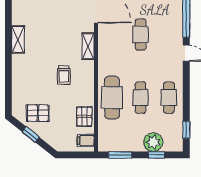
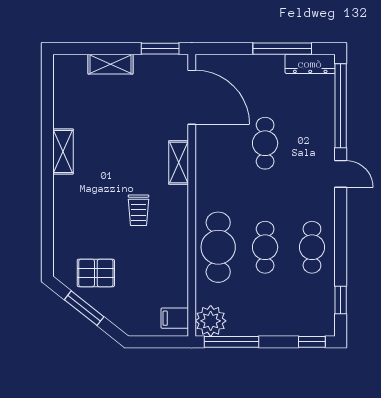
pallet: (84, 117) -> (172, 279), removed
window: (31, 135) -> (84, 308), width x1.50
plant: (153, 142) -> (211, 321), moved
window: (120, 155) -> (232, 342), width x1.44
window: (156, 155) -> (312, 342), moved

